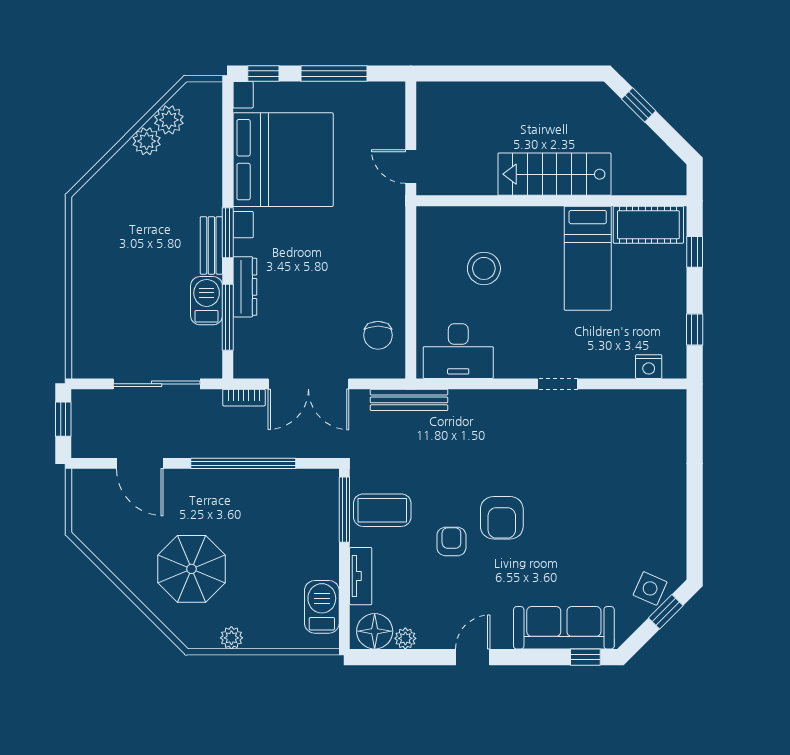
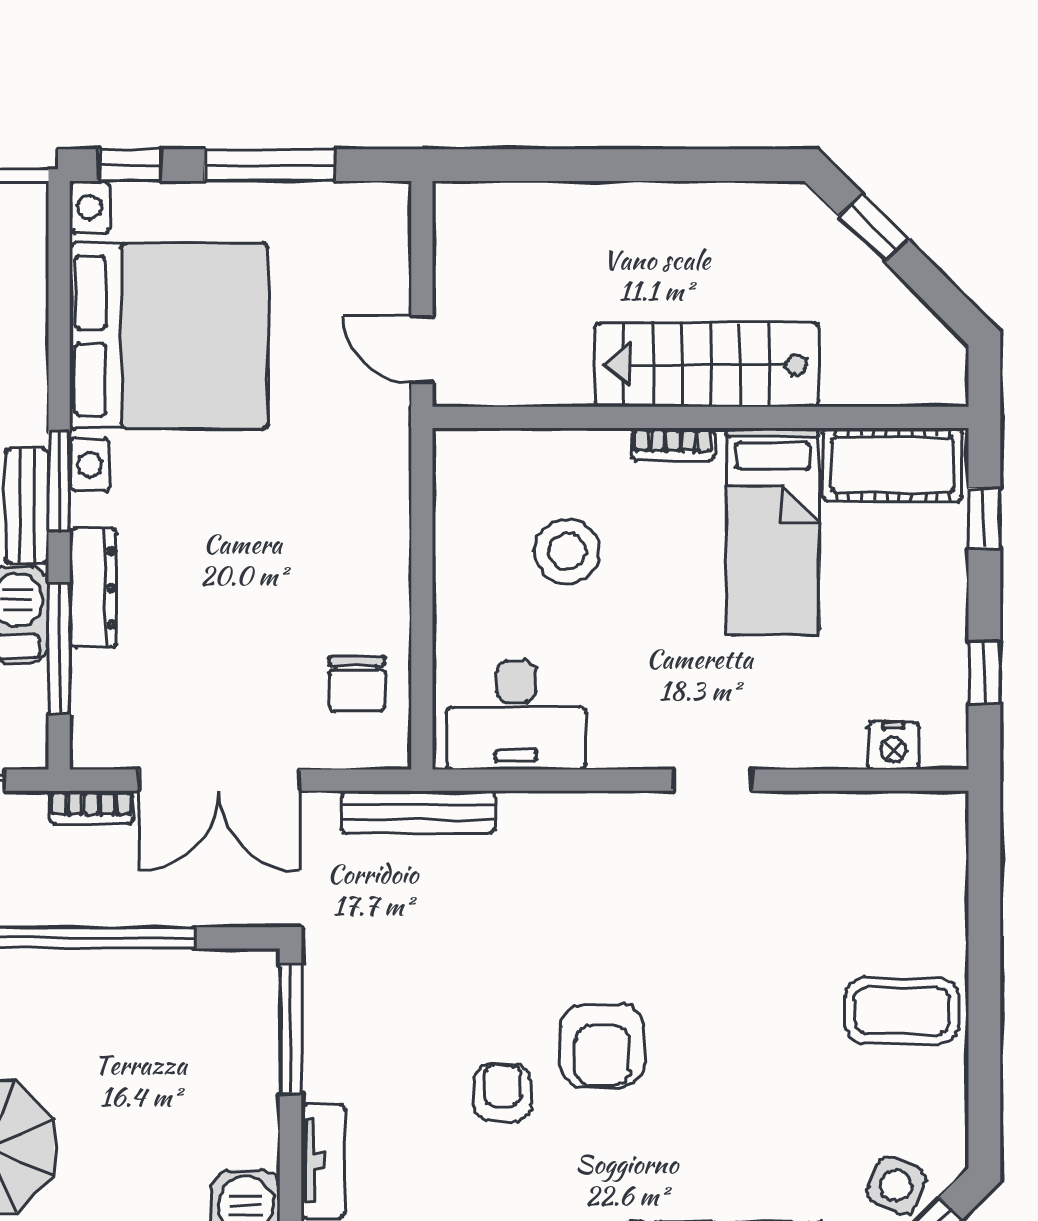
bookcase: (537, 214) -> (673, 444), added
coffee table: (382, 510) -> (902, 1011), moved

